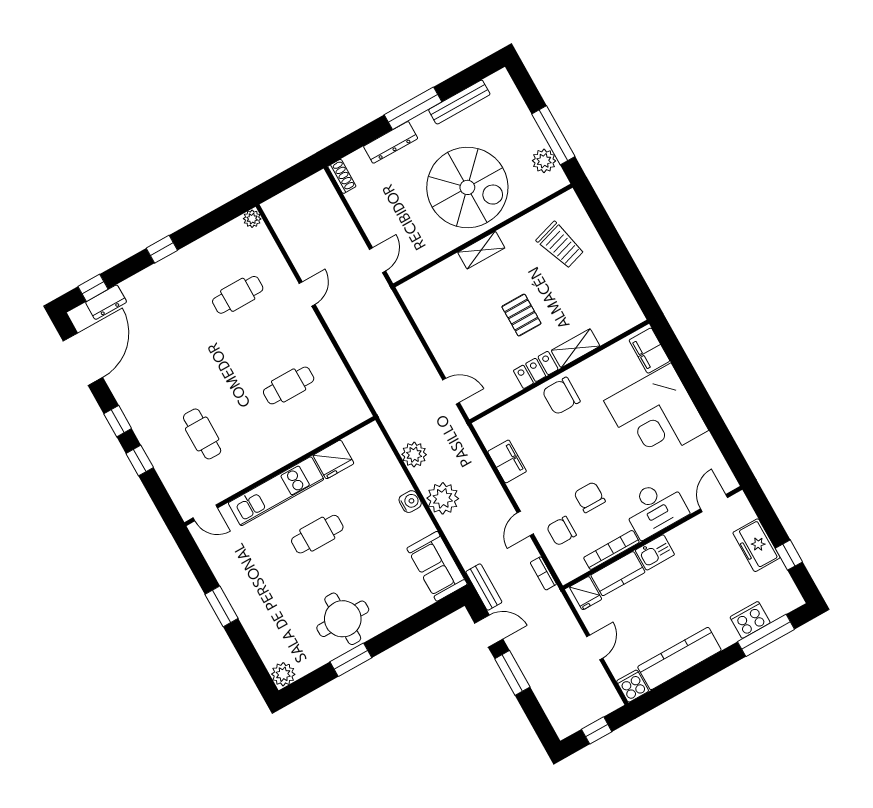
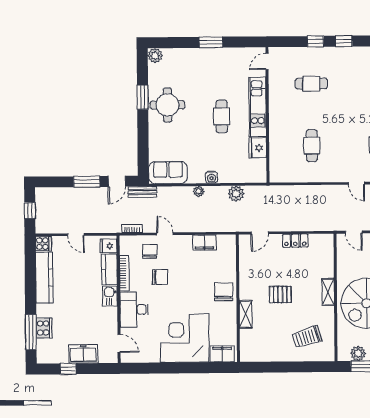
locker: (536, 370) -> (295, 241), moved, turned 90
plant: (443, 498) -> (199, 191), width x0.53, depth x0.53

